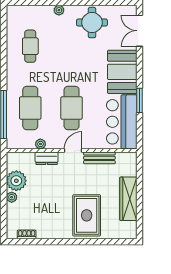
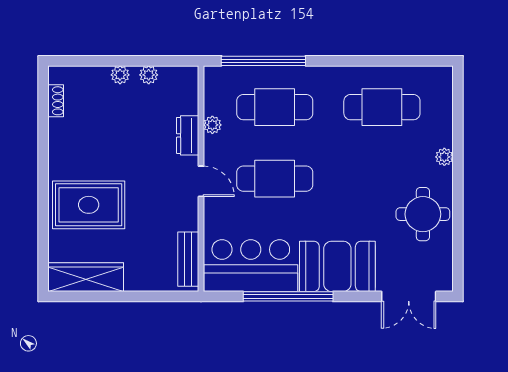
double door: (139, 31) -> (409, 296), swing flipped
cafe table: (30, 46) -> (382, 107), width x1.37, depth x1.35
window: (139, 100) -> (288, 296), width x2.11
bench: (99, 158) -> (188, 259), moved
plant: (16, 181) -> (149, 75), width x0.53, depth x0.53
wardrobe: (128, 199) -> (86, 277), moved

